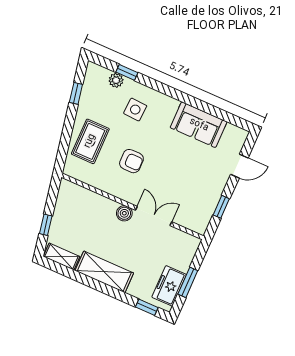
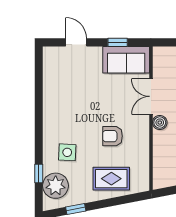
plant: (116, 80) -> (56, 186), width x1.87, depth x1.87
sofa: (199, 125) -> (126, 60), moved, turned 90
armchair: (131, 161) -> (113, 136), turned -90

